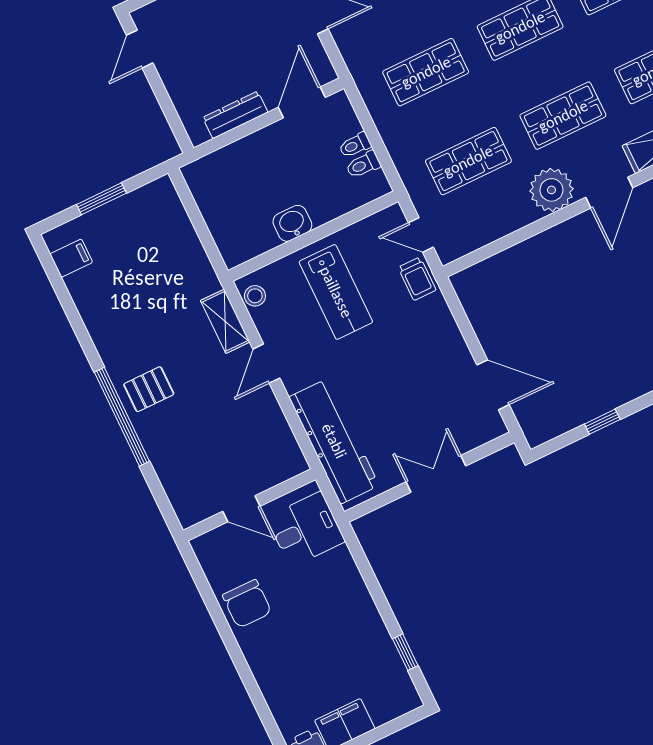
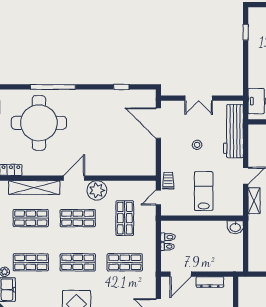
shop shelf: (468, 161) -> (125, 218), turned 90
washbasin: (292, 223) -> (235, 227), moved
door: (421, 235) -> (158, 198), swing flipped
stool: (255, 296) -> (197, 145), moved
door: (493, 385) -> (158, 123), width x1.36

